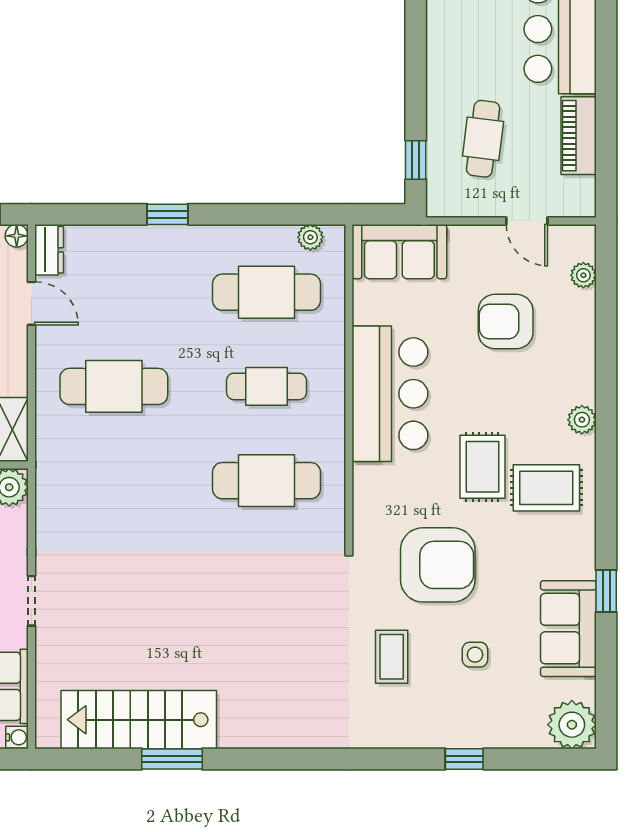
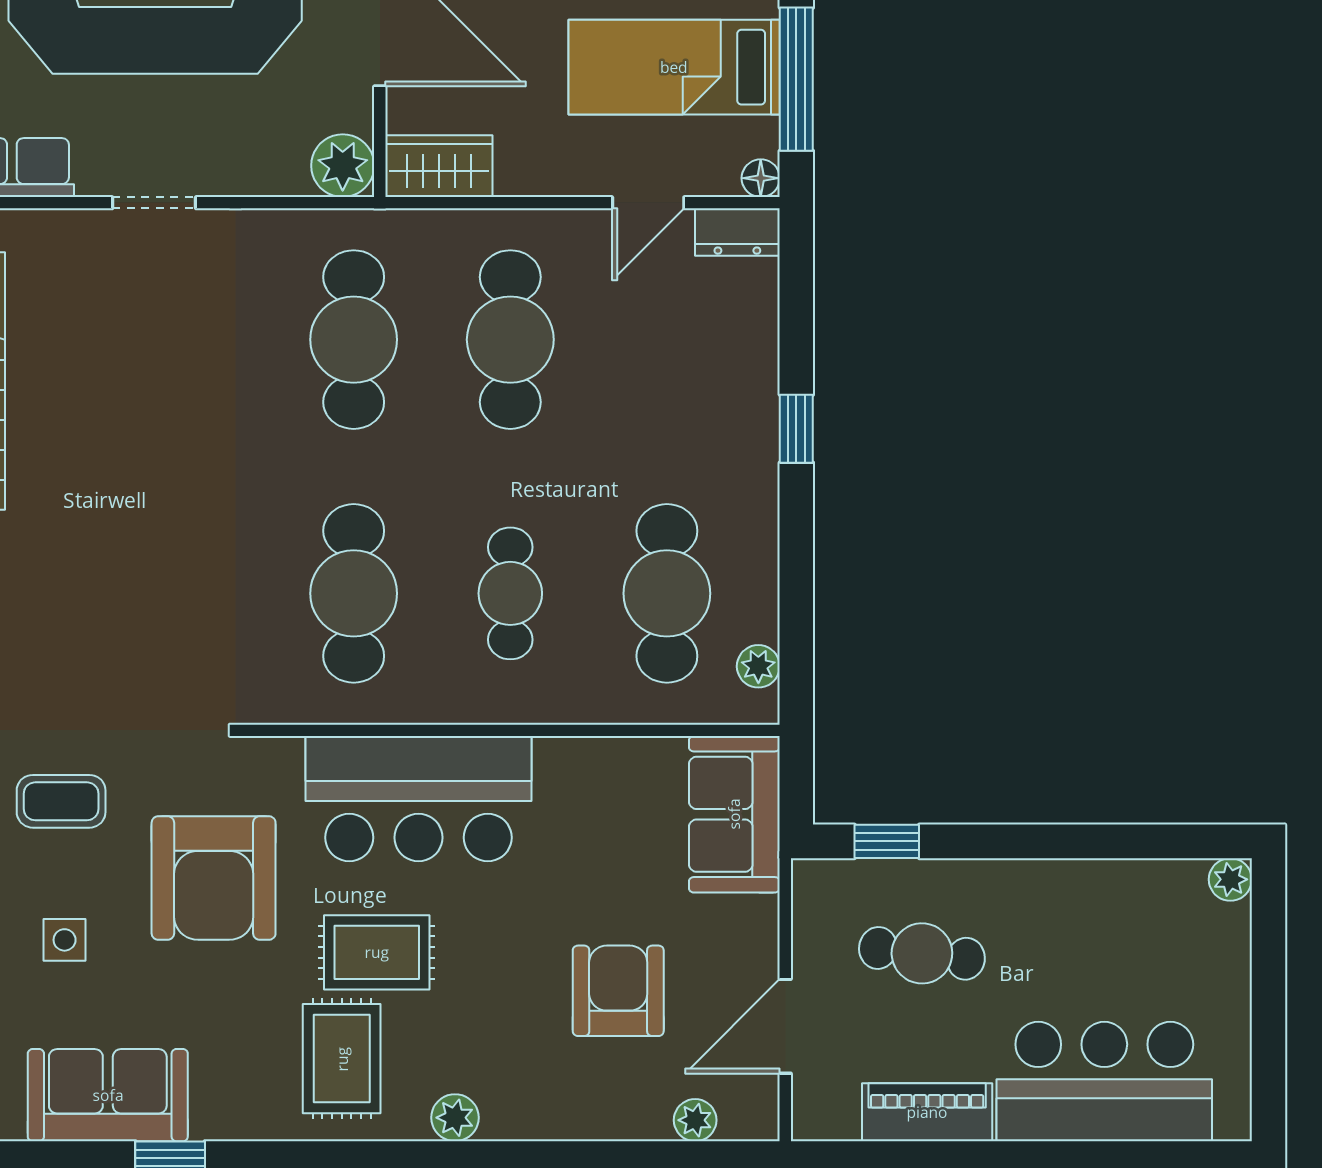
door: (527, 221) -> (785, 1026), width x1.38
bar counter: (390, 394) -> (418, 799), moved
cafe table: (114, 481) -> (354, 340), added

